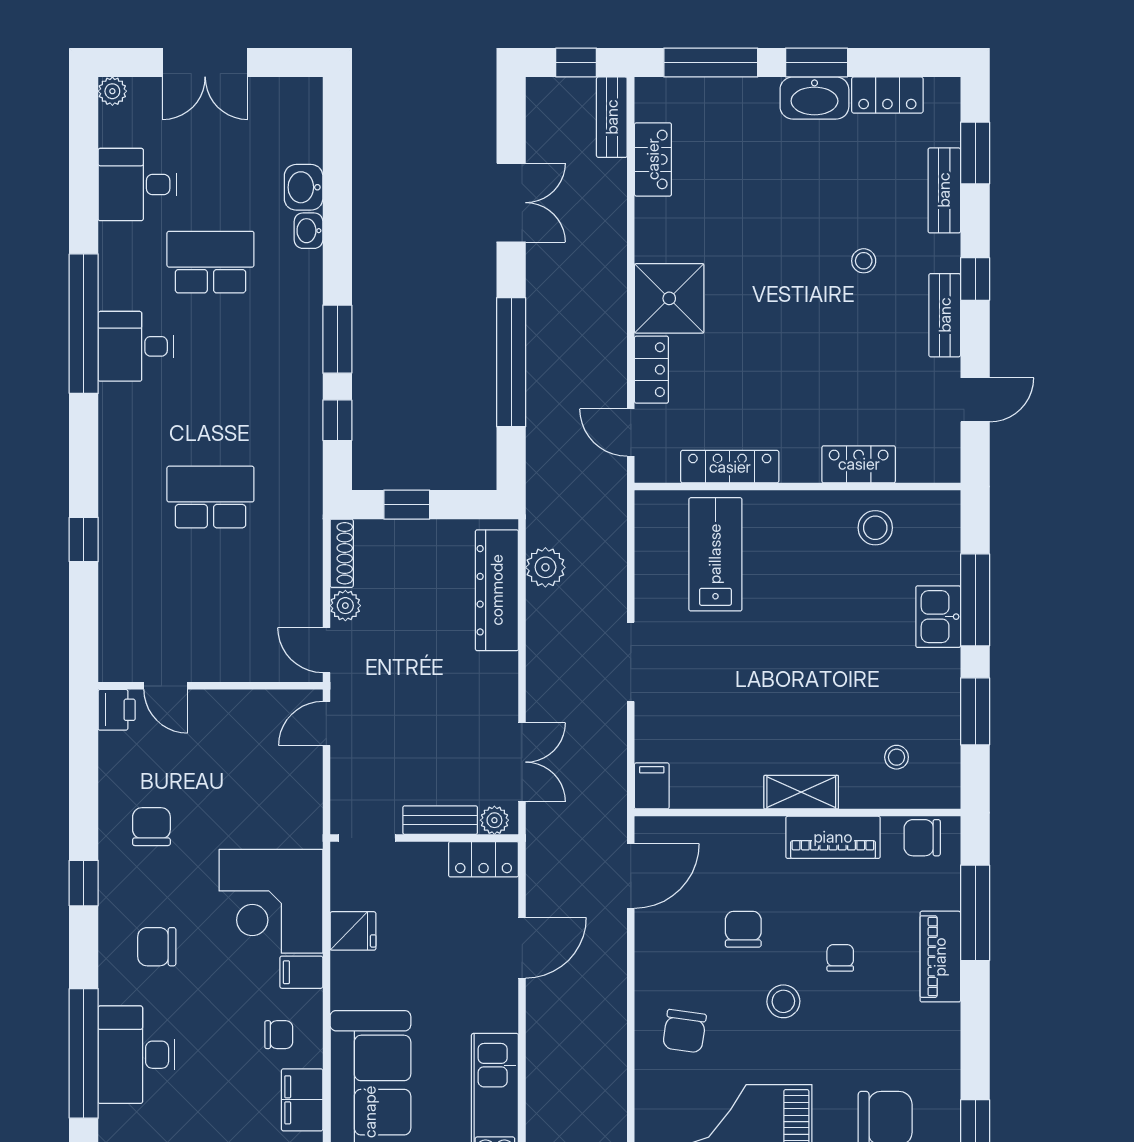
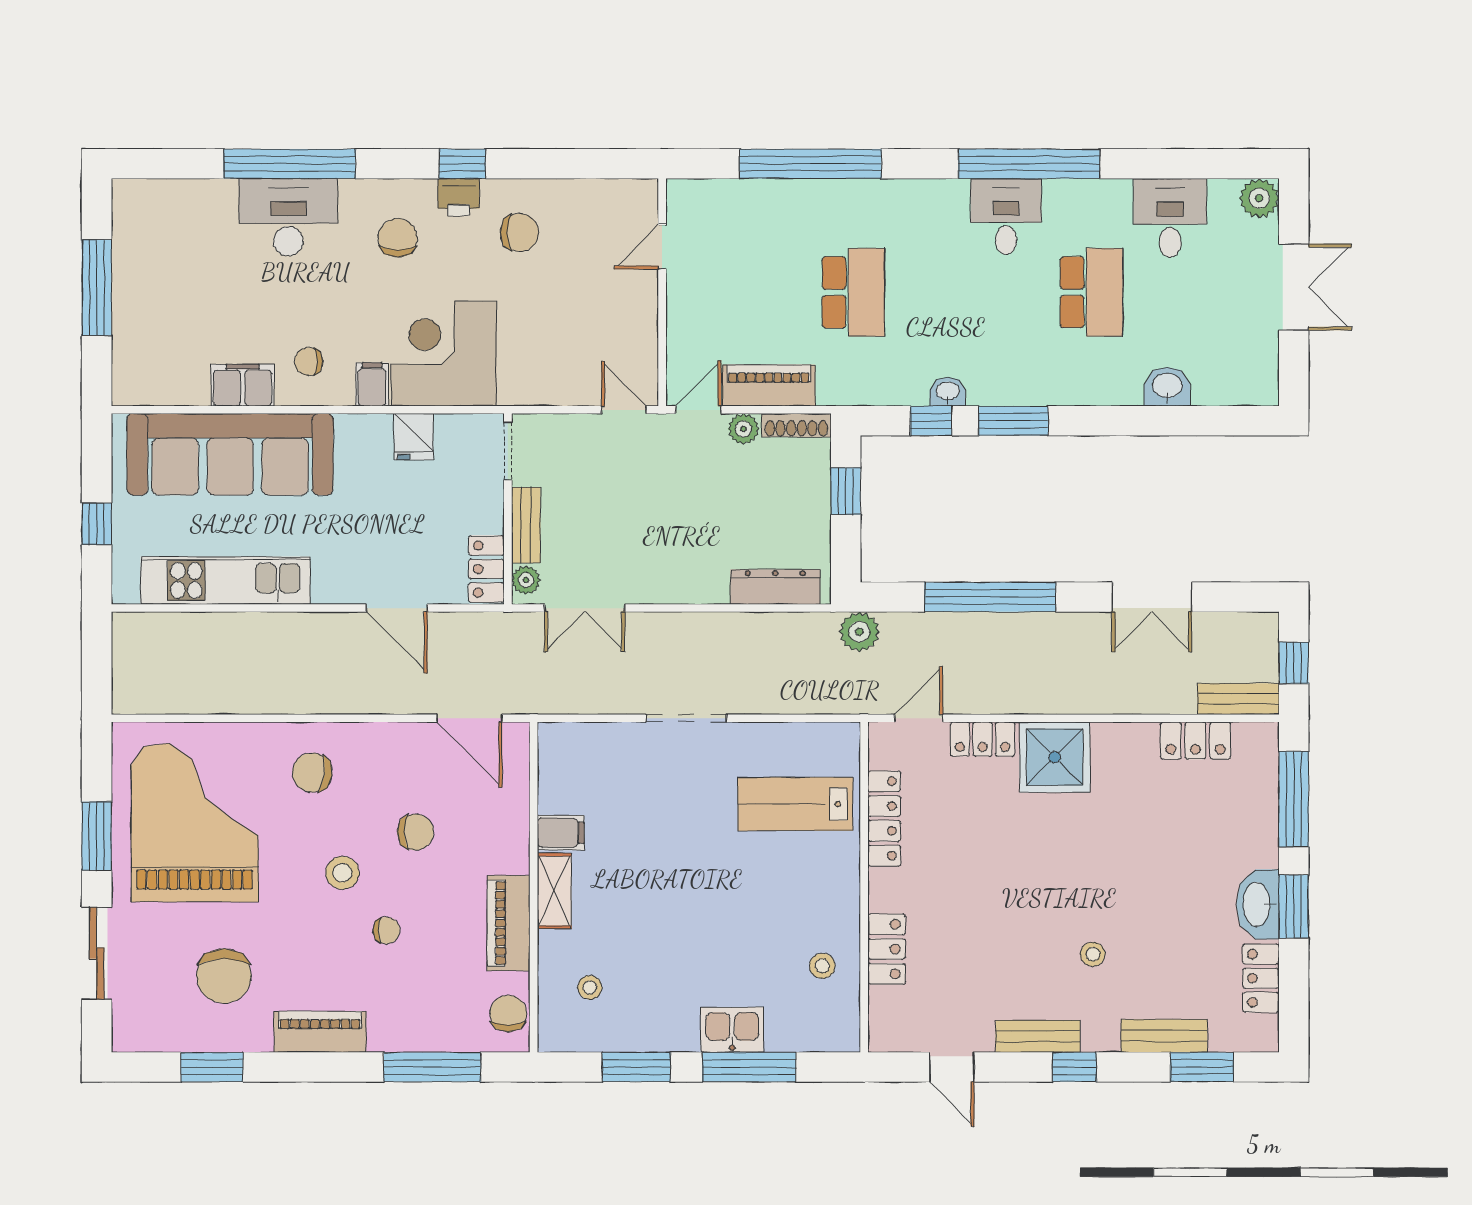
double door: (205, 63) -> (1294, 287), swing flipped
plant: (112, 91) -> (1259, 198), width x1.38, depth x1.38
washbasin: (308, 231) -> (948, 392), moved
stool: (875, 528) -> (822, 966), width x0.73, depth x0.73
window: (84, 540) -> (810, 164), width x3.17
lab bench: (715, 554) -> (795, 804), turned 180
plant: (545, 567) -> (859, 632), moved
piano: (302, 580) -> (769, 385), added
dresser: (497, 590) -> (775, 587), width x0.73, depth x0.80
printer: (117, 710) -> (459, 197), moved
filing cabinet: (652, 786) -> (561, 833), moved
piano: (940, 957) -> (320, 1032), moved
chair: (279, 1035) -> (309, 361), turned 90

